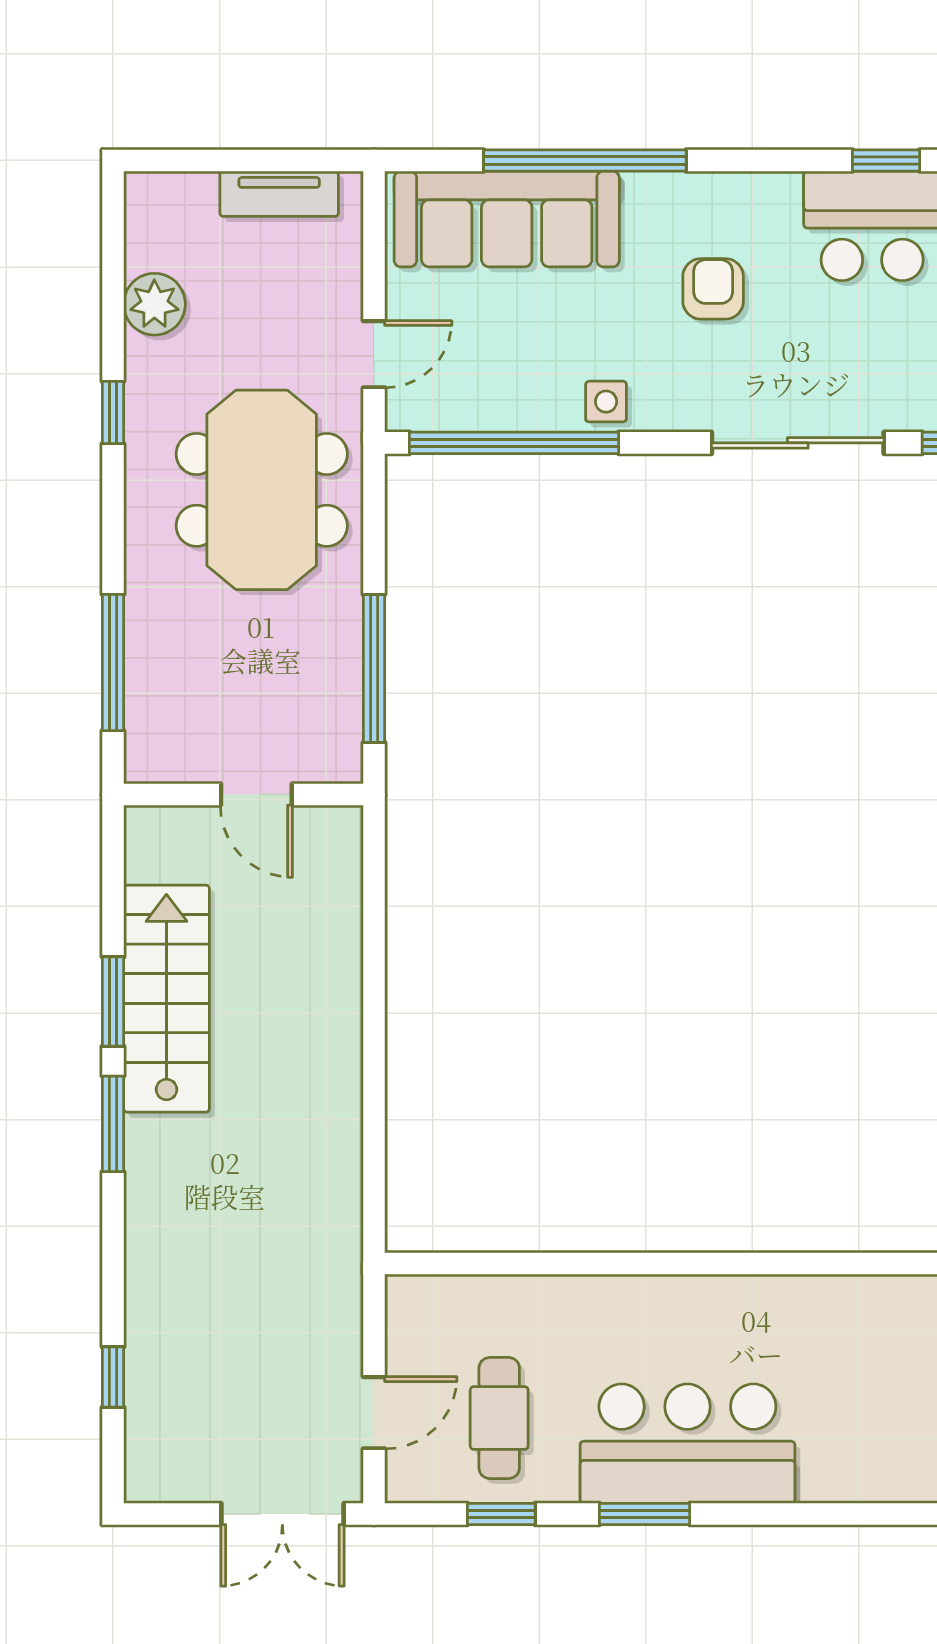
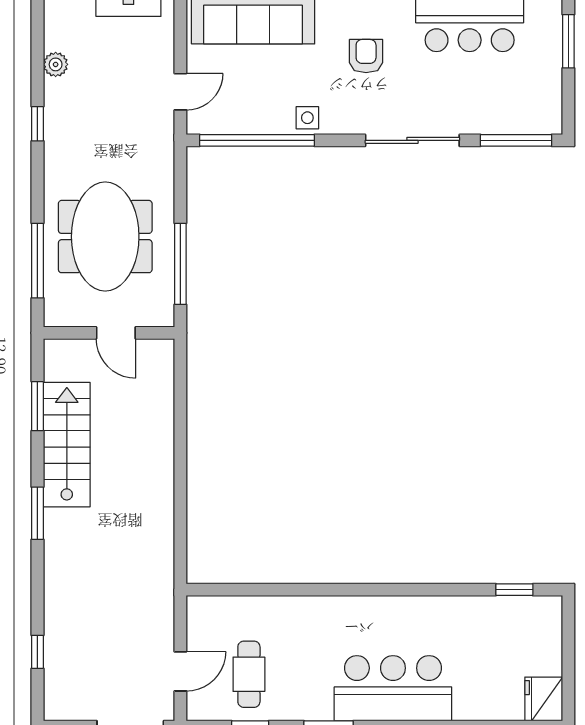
plant: (154, 304) -> (56, 64), width x0.73, depth x0.73
meeting table: (262, 490) -> (105, 237), moved
window: (113, 1002) -> (37, 406), moved
bar counter: (687, 1444) -> (393, 688), moved

